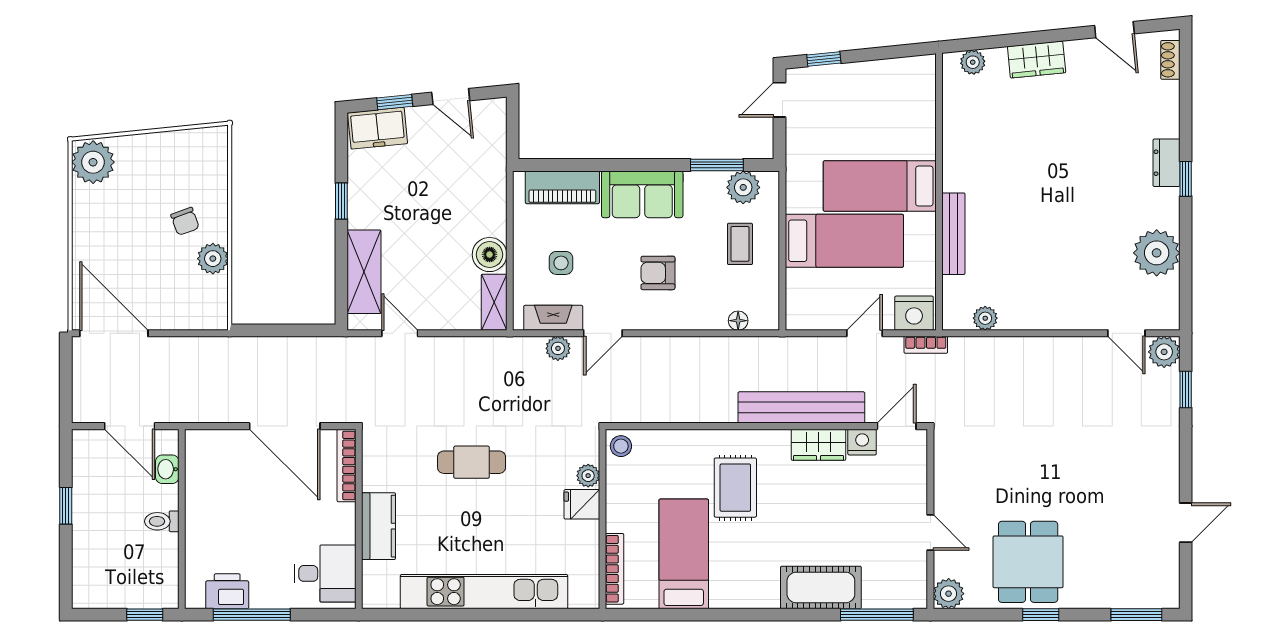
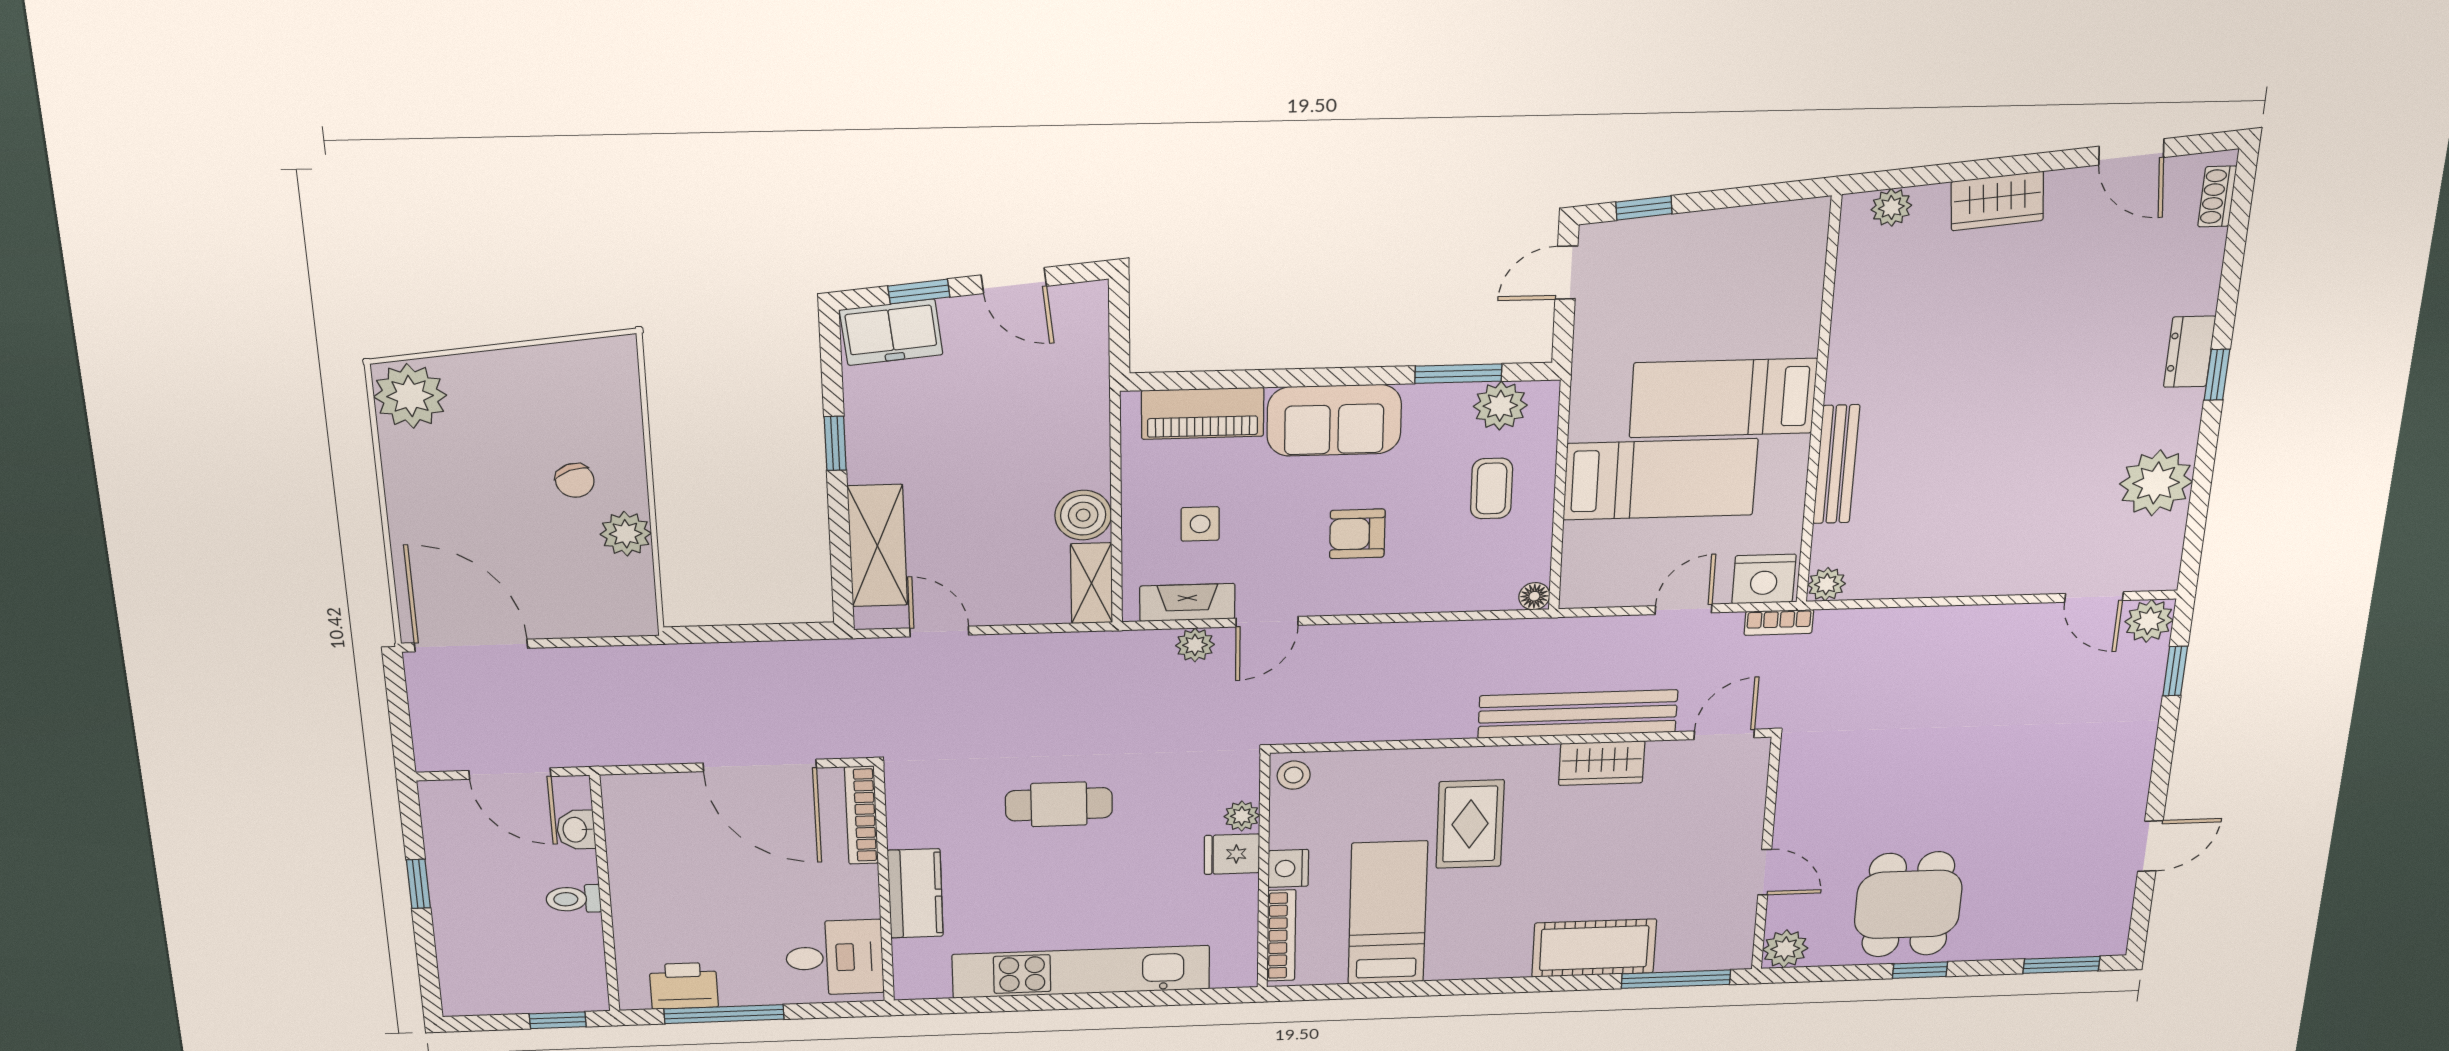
plant: (985, 318) -> (1826, 584), moved
floor lamp: (738, 321) -> (1534, 596), moved
nightstand: (862, 442) -> (1288, 868), moved, turned -90

